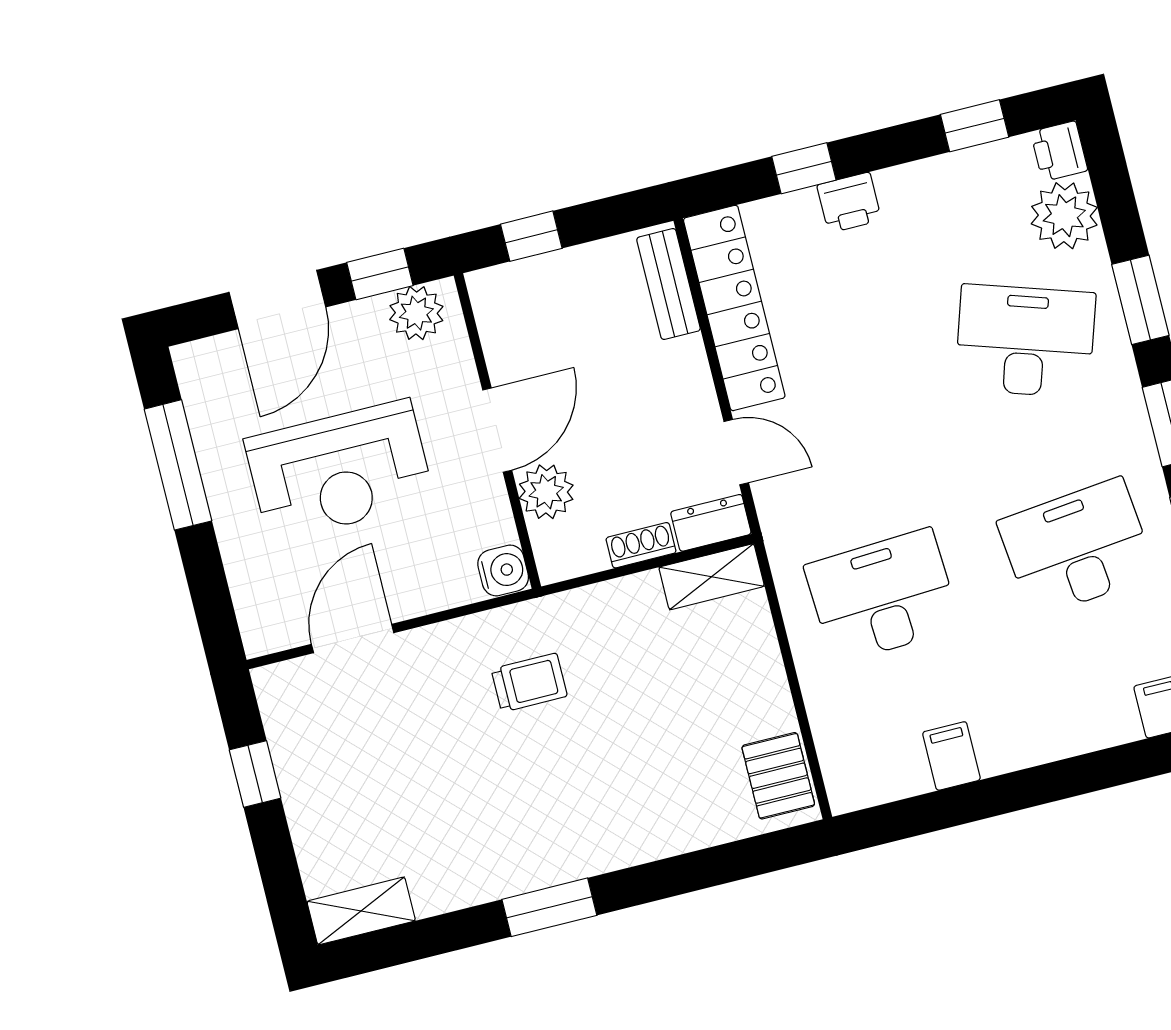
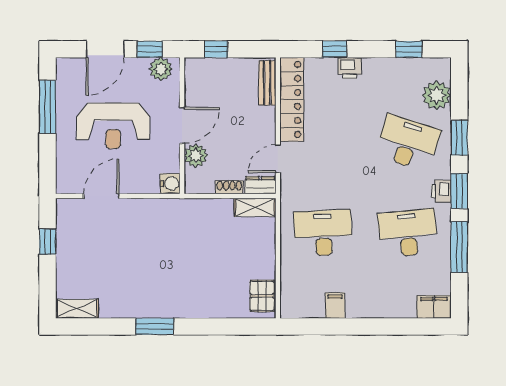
printer: (1059, 151) -> (441, 191), moved
door: (736, 452) -> (278, 159), swing flipped
trolley: (529, 683) -> (169, 232), removed

